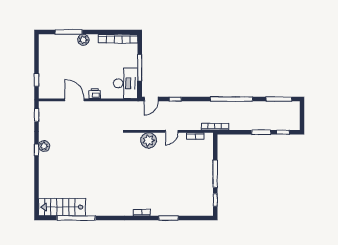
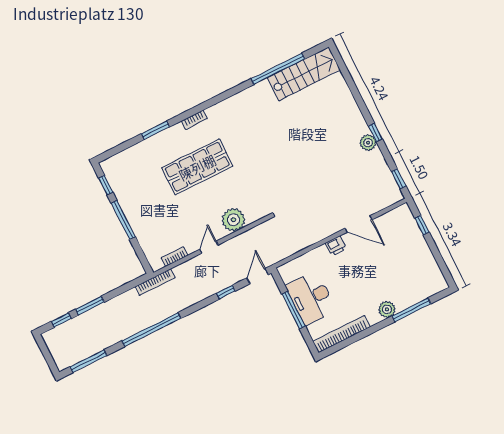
desk: (126, 83) -> (311, 298), moved
shop shelf: (154, 183) -> (197, 167), added

